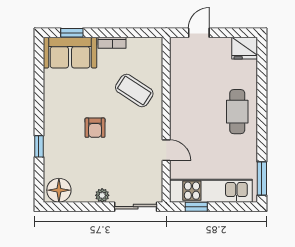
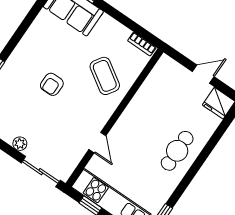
door: (199, 33) -> (203, 74), moved
bookcase: (112, 43) -> (142, 44), moved

